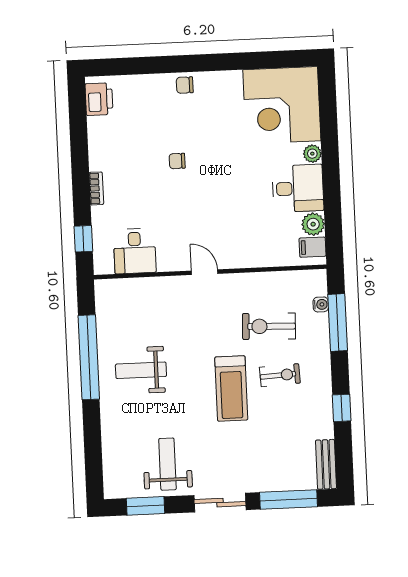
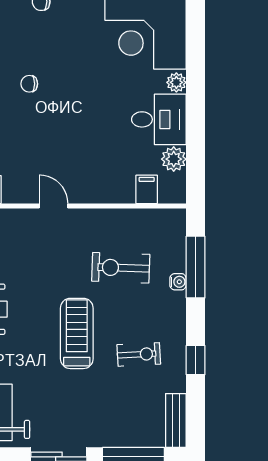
filing cabinet: (313, 247) -> (147, 189), moved, turned 90
water cooler: (321, 304) -> (178, 282), moved
exercise bike: (280, 375) -> (139, 354), moved
treadmill: (231, 388) -> (77, 333), turned 180

